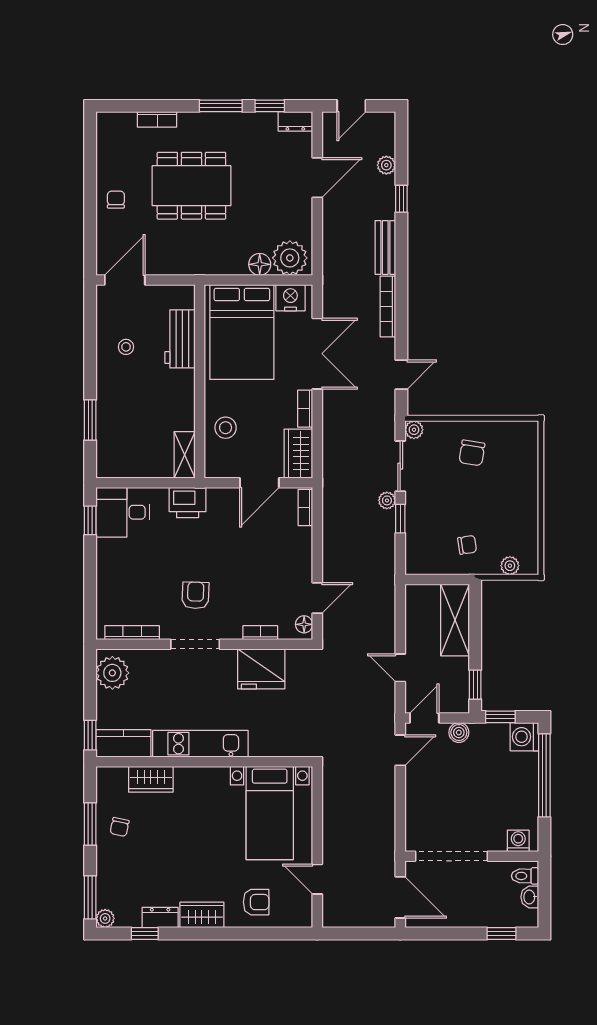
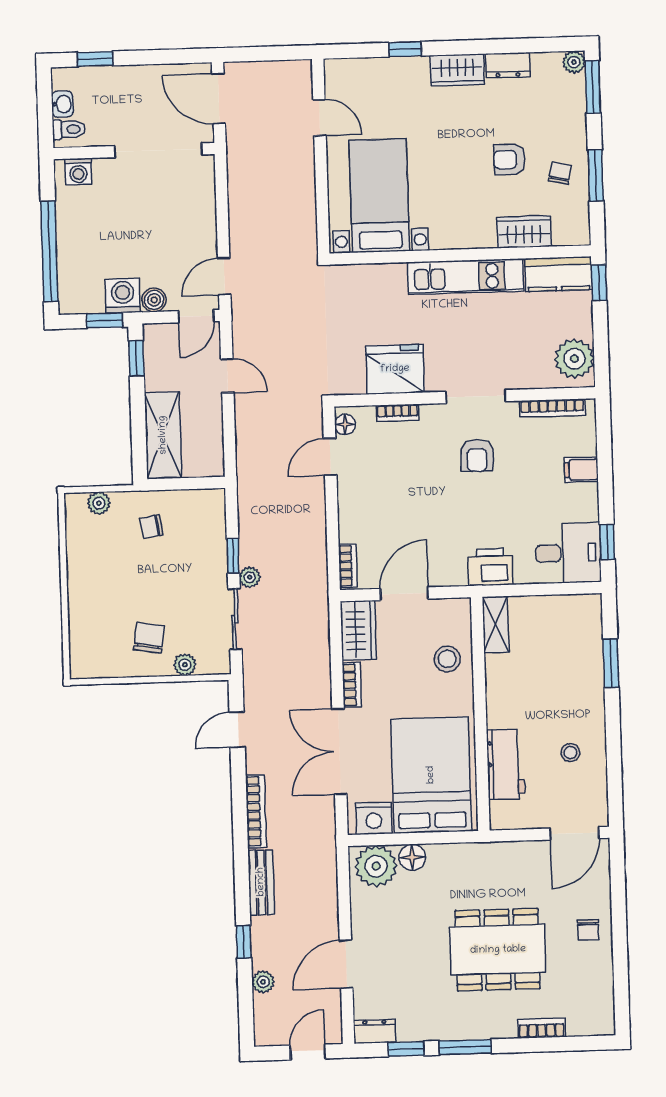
plant: (414, 430) -> (185, 665), moved
filing cabinet: (110, 581) -> (581, 470), added
washing machine: (524, 737) -> (123, 296), moved, turned -90
armchair: (256, 902) -> (509, 159), moved
window: (145, 933) -> (405, 49), moved

